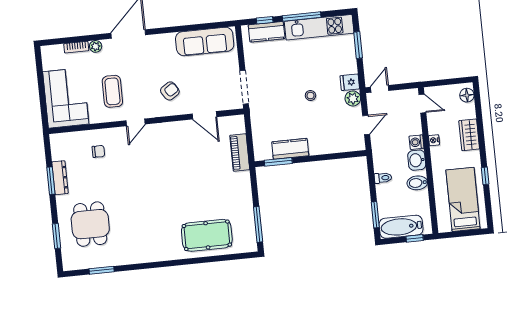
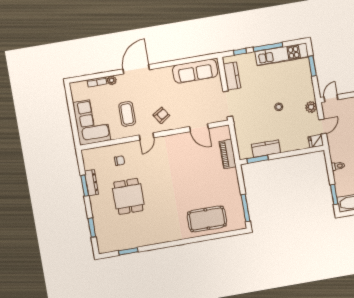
kitchen counter: (267, 32) -> (232, 76), moved, turned -90
fridge: (350, 82) -> (316, 141), moved
armchair: (170, 91) -> (161, 115), moved
dining table: (90, 224) -> (128, 196), moved

